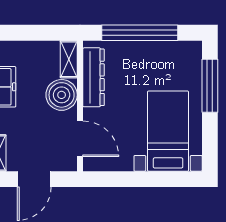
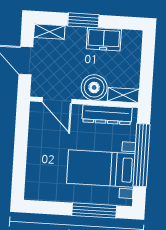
bed with nightstands: (168, 131) -> (101, 168), moved, turned 180
door: (80, 139) -> (57, 100), hinge flipped

